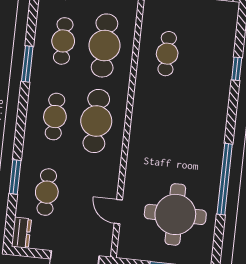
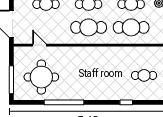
cafe table: (167, 54) -> (144, 75), moved
door: (118, 212) -> (39, 45), hinge flipped

